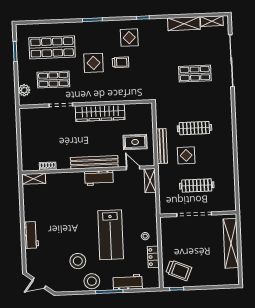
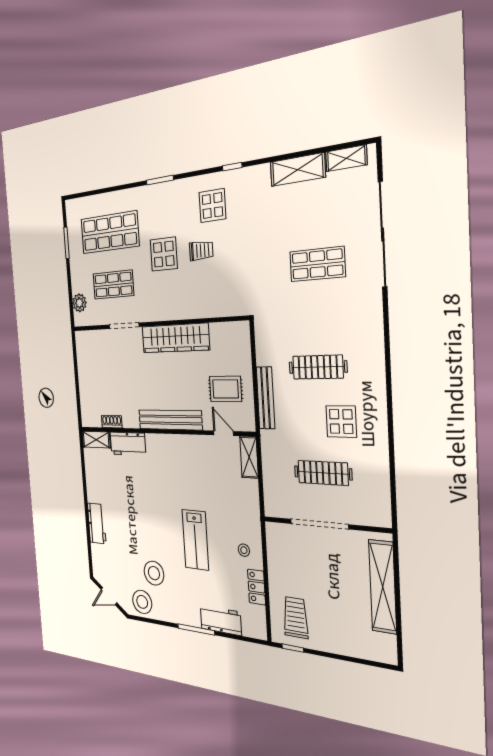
display table: (186, 155) -> (341, 422), moved
workbench: (99, 178) -> (128, 444), moved
lab bench: (111, 235) -> (195, 540), width x0.73, depth x0.72
trolley: (179, 270) -> (296, 617), turned -113
stool: (92, 281) -> (142, 602), moved

